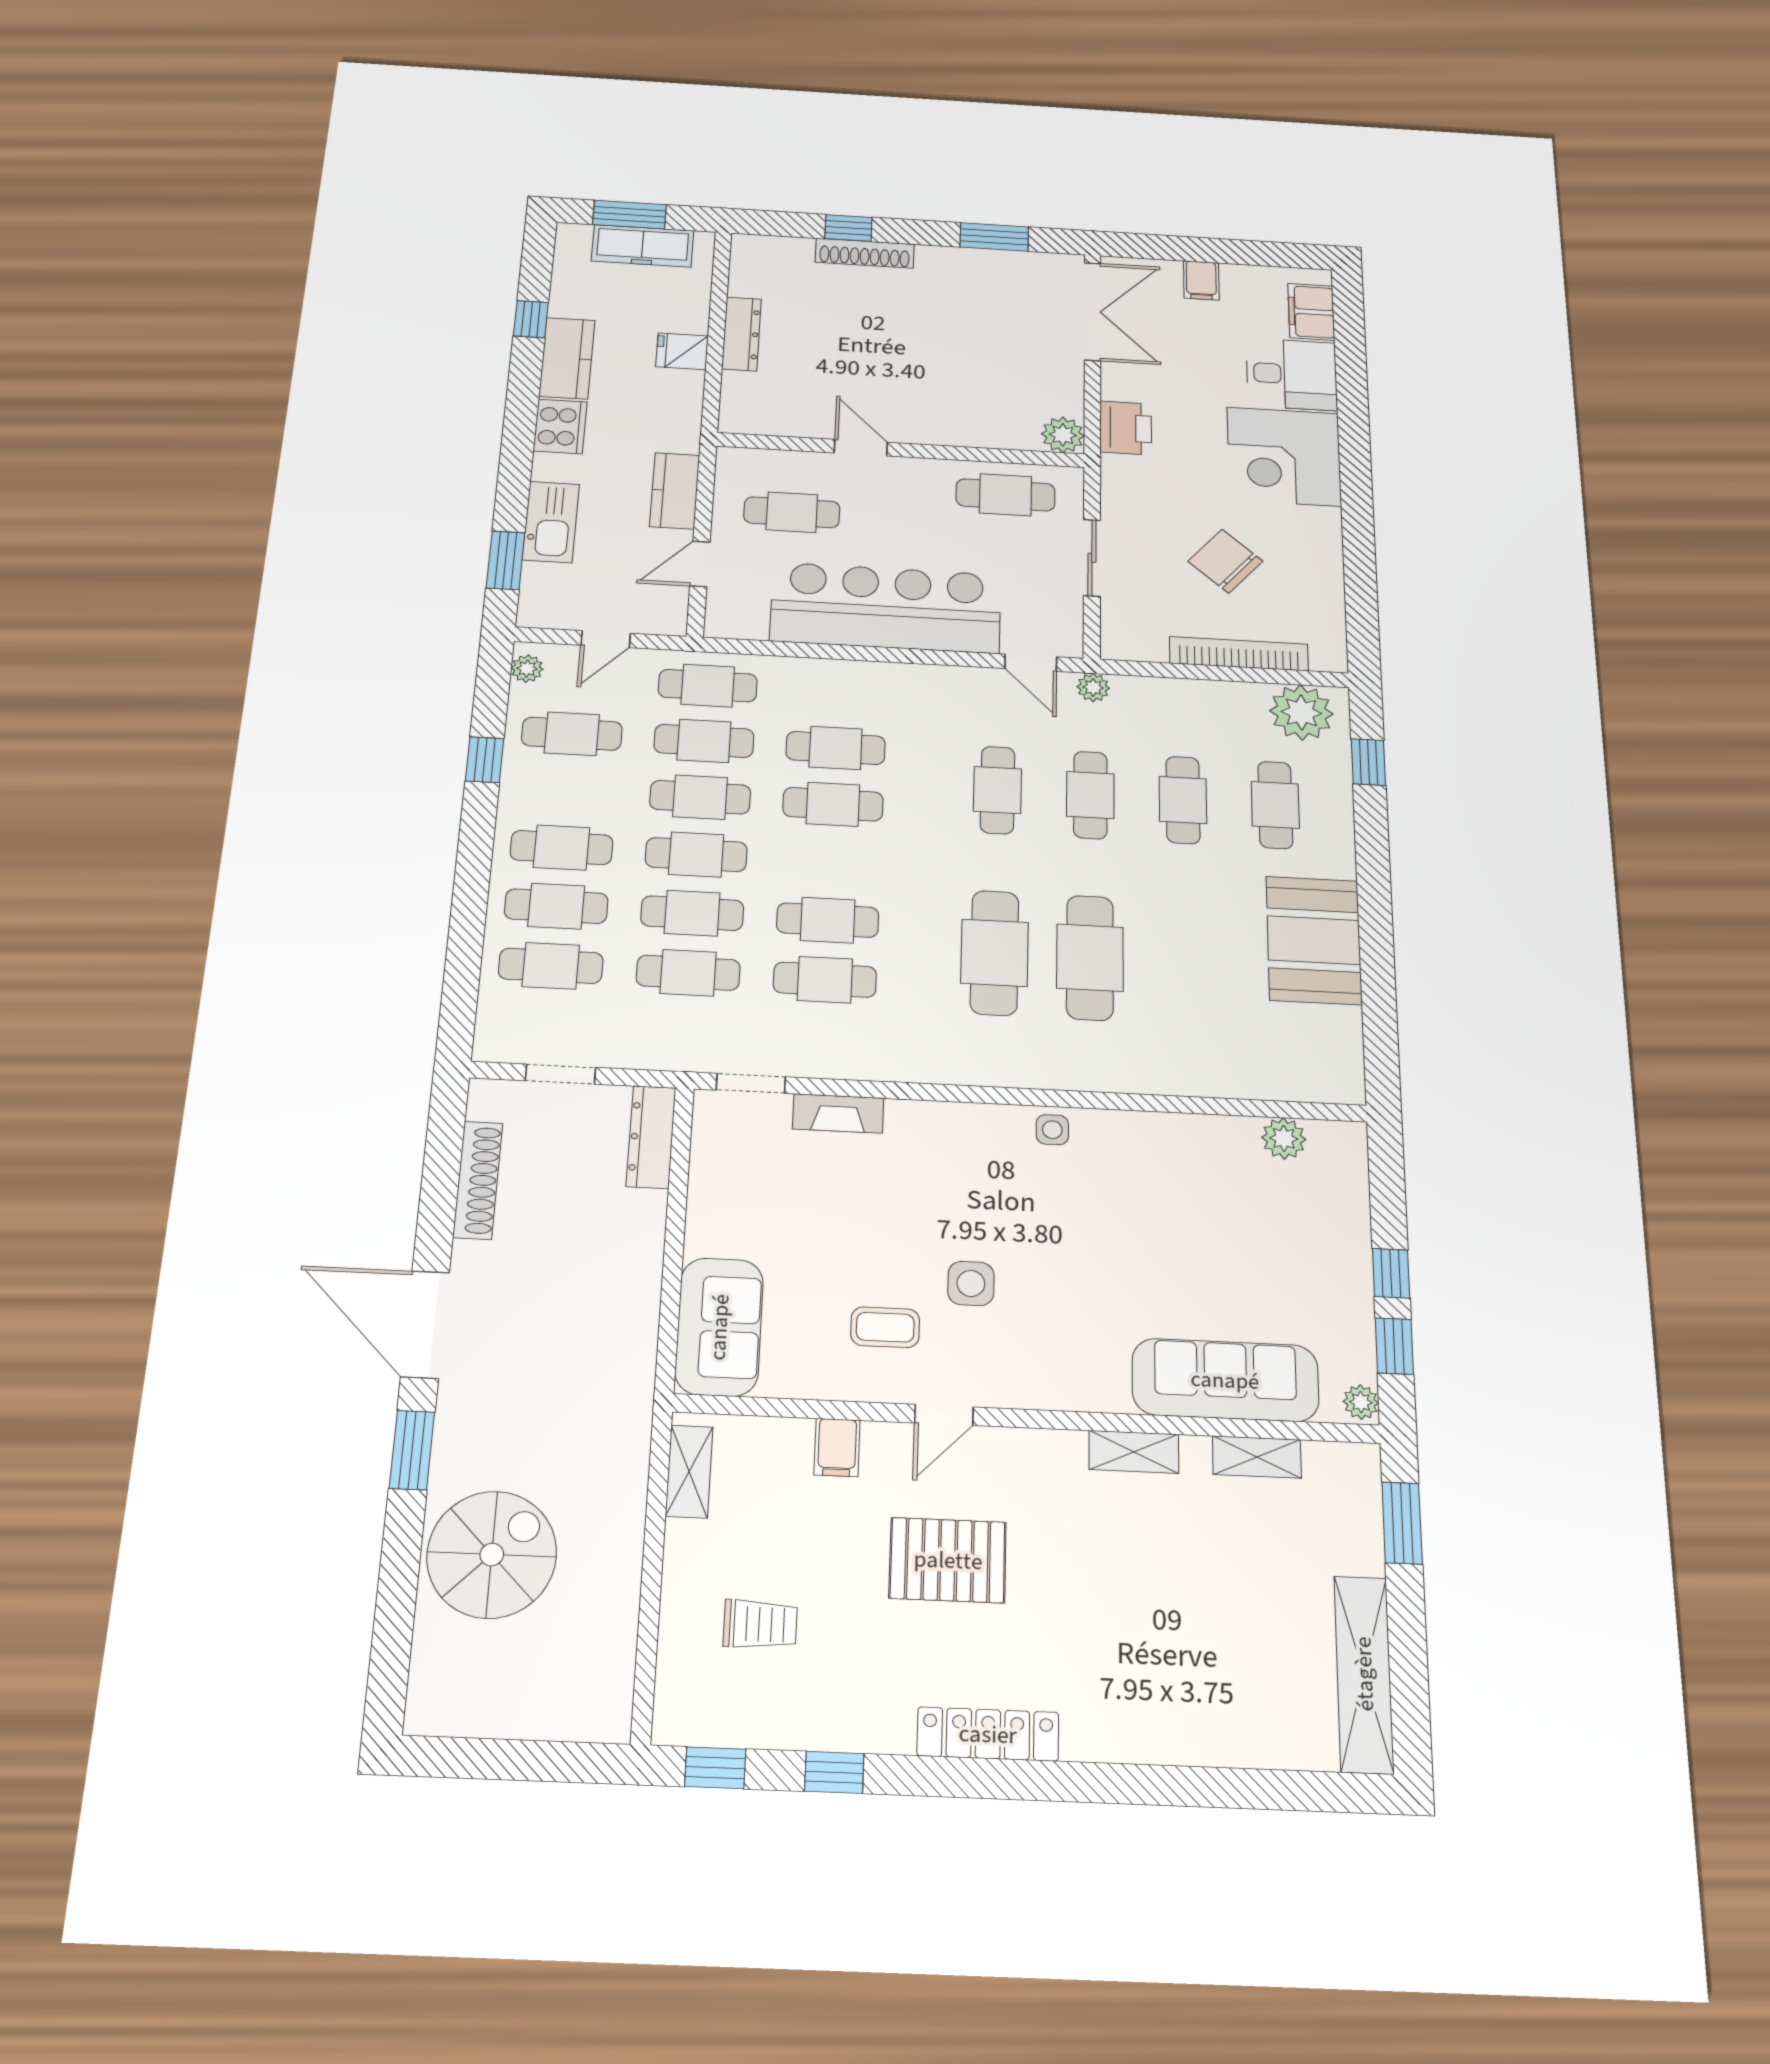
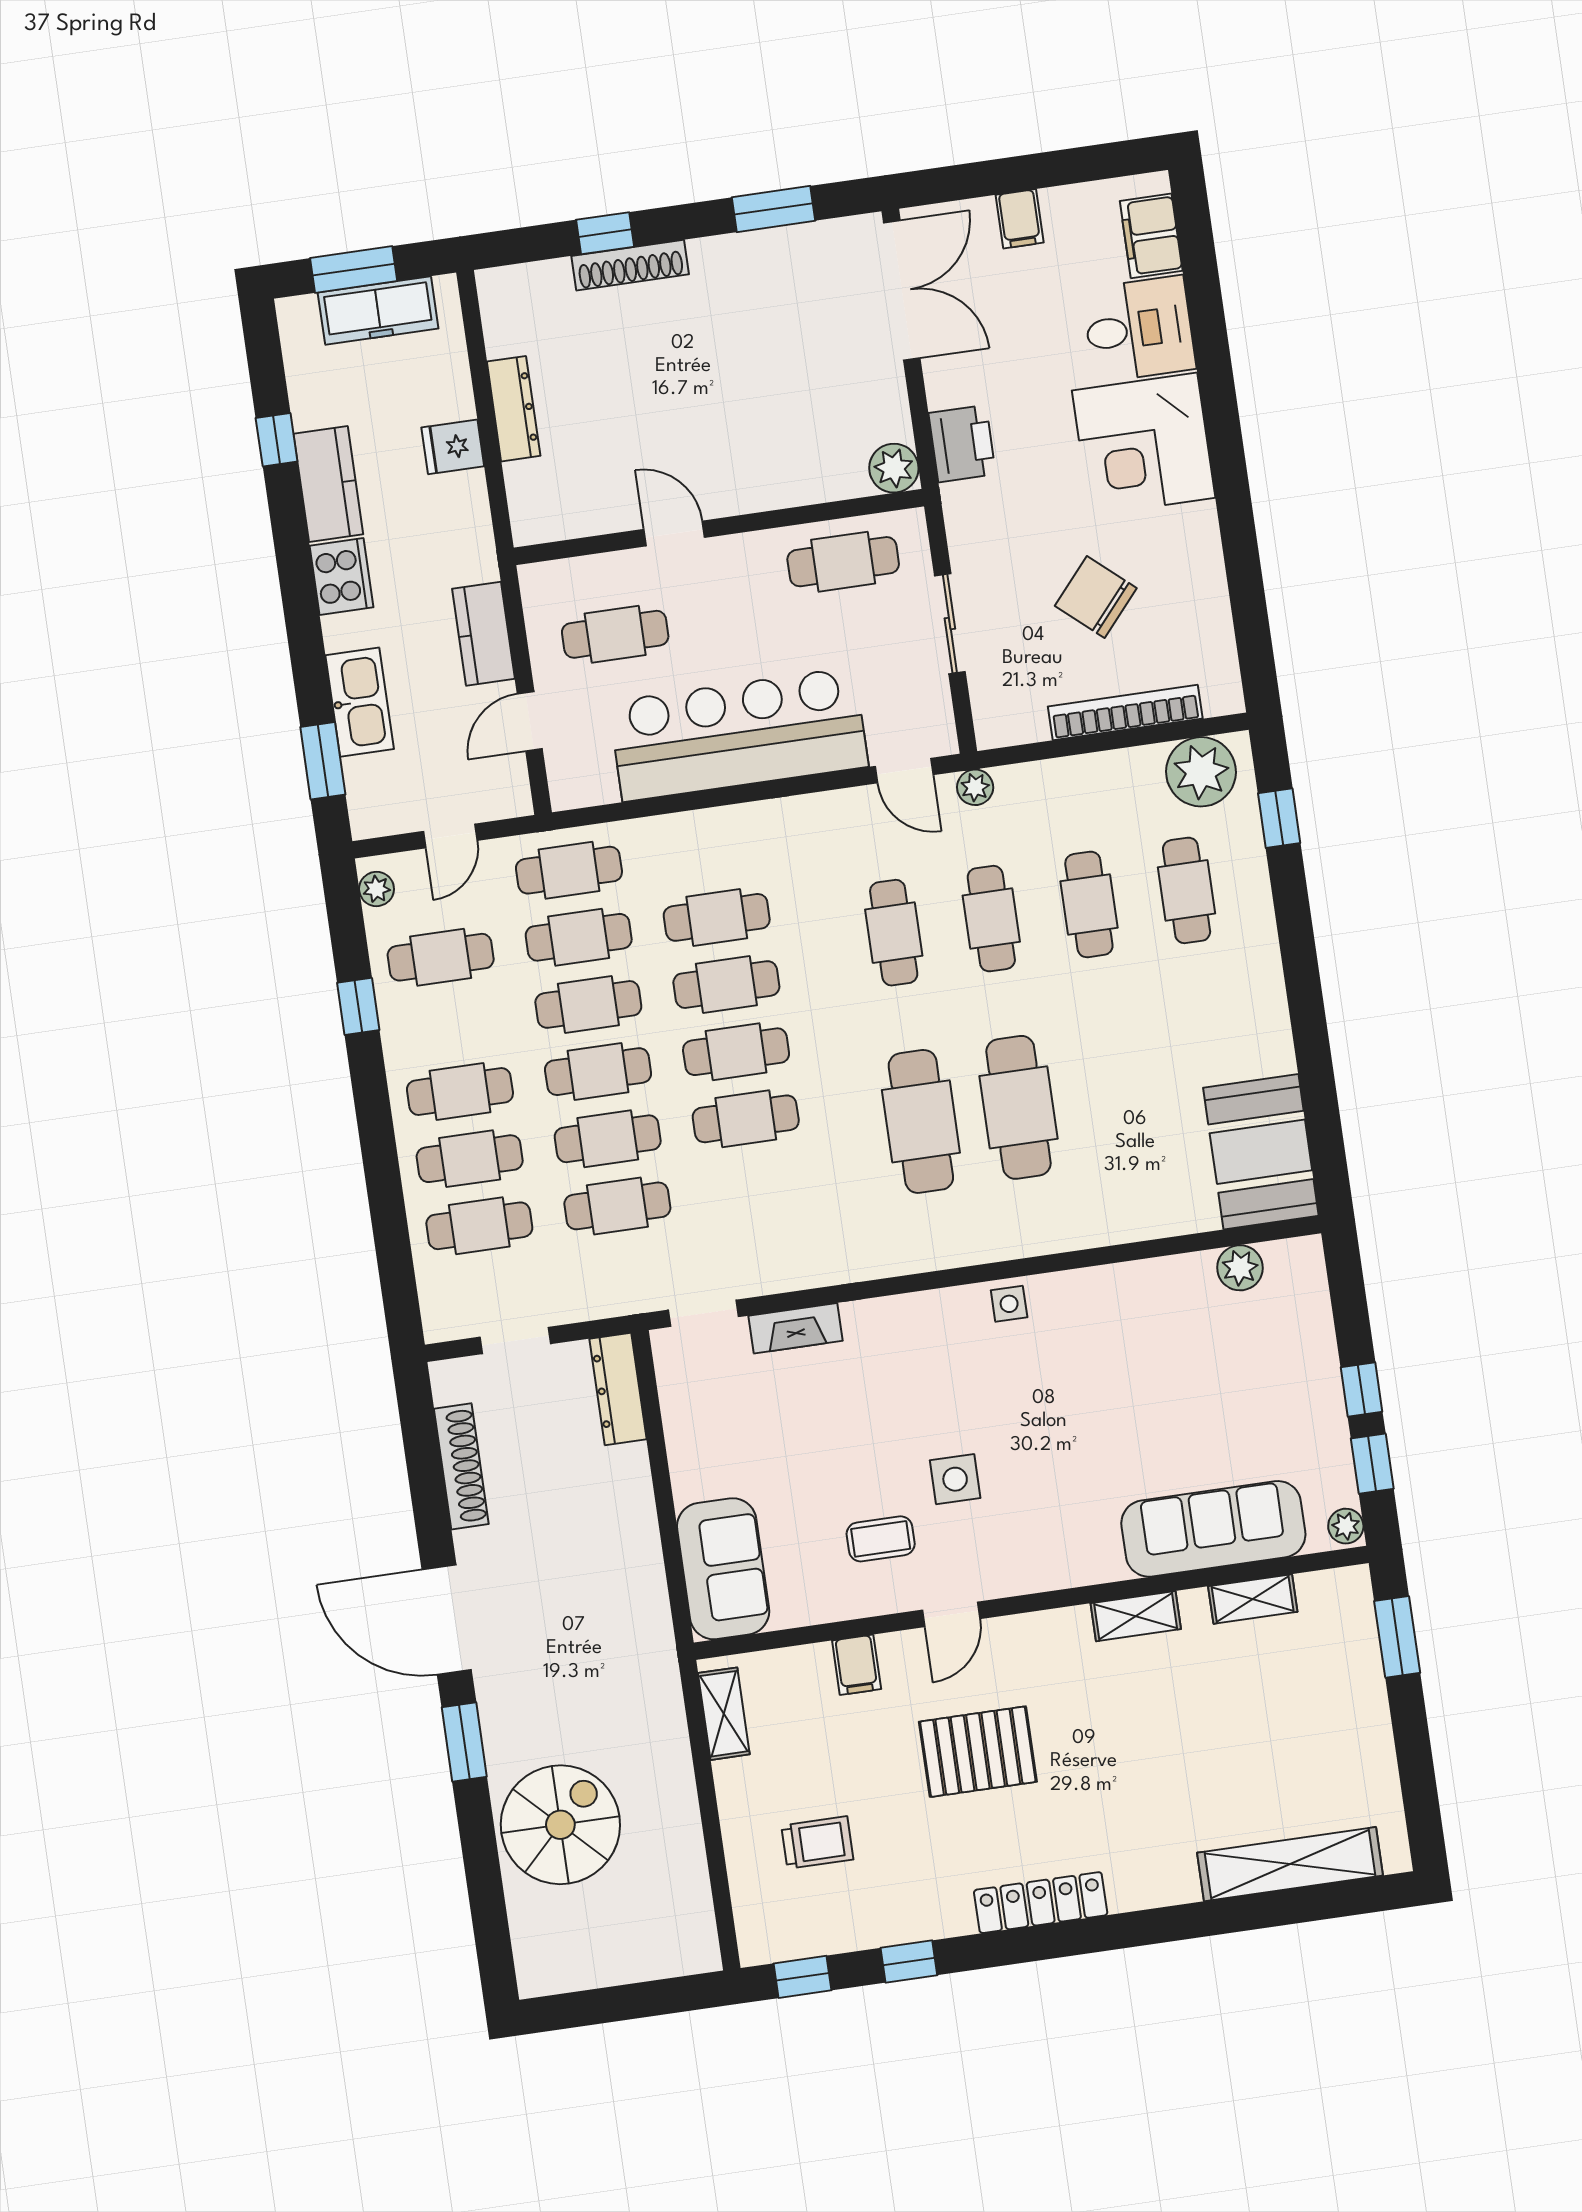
booth: (1314, 940) -> (1261, 1152), moved
cafe table: (825, 980) -> (736, 1052), moved
shelving: (1364, 1674) -> (1290, 1864), moved, turned 90

